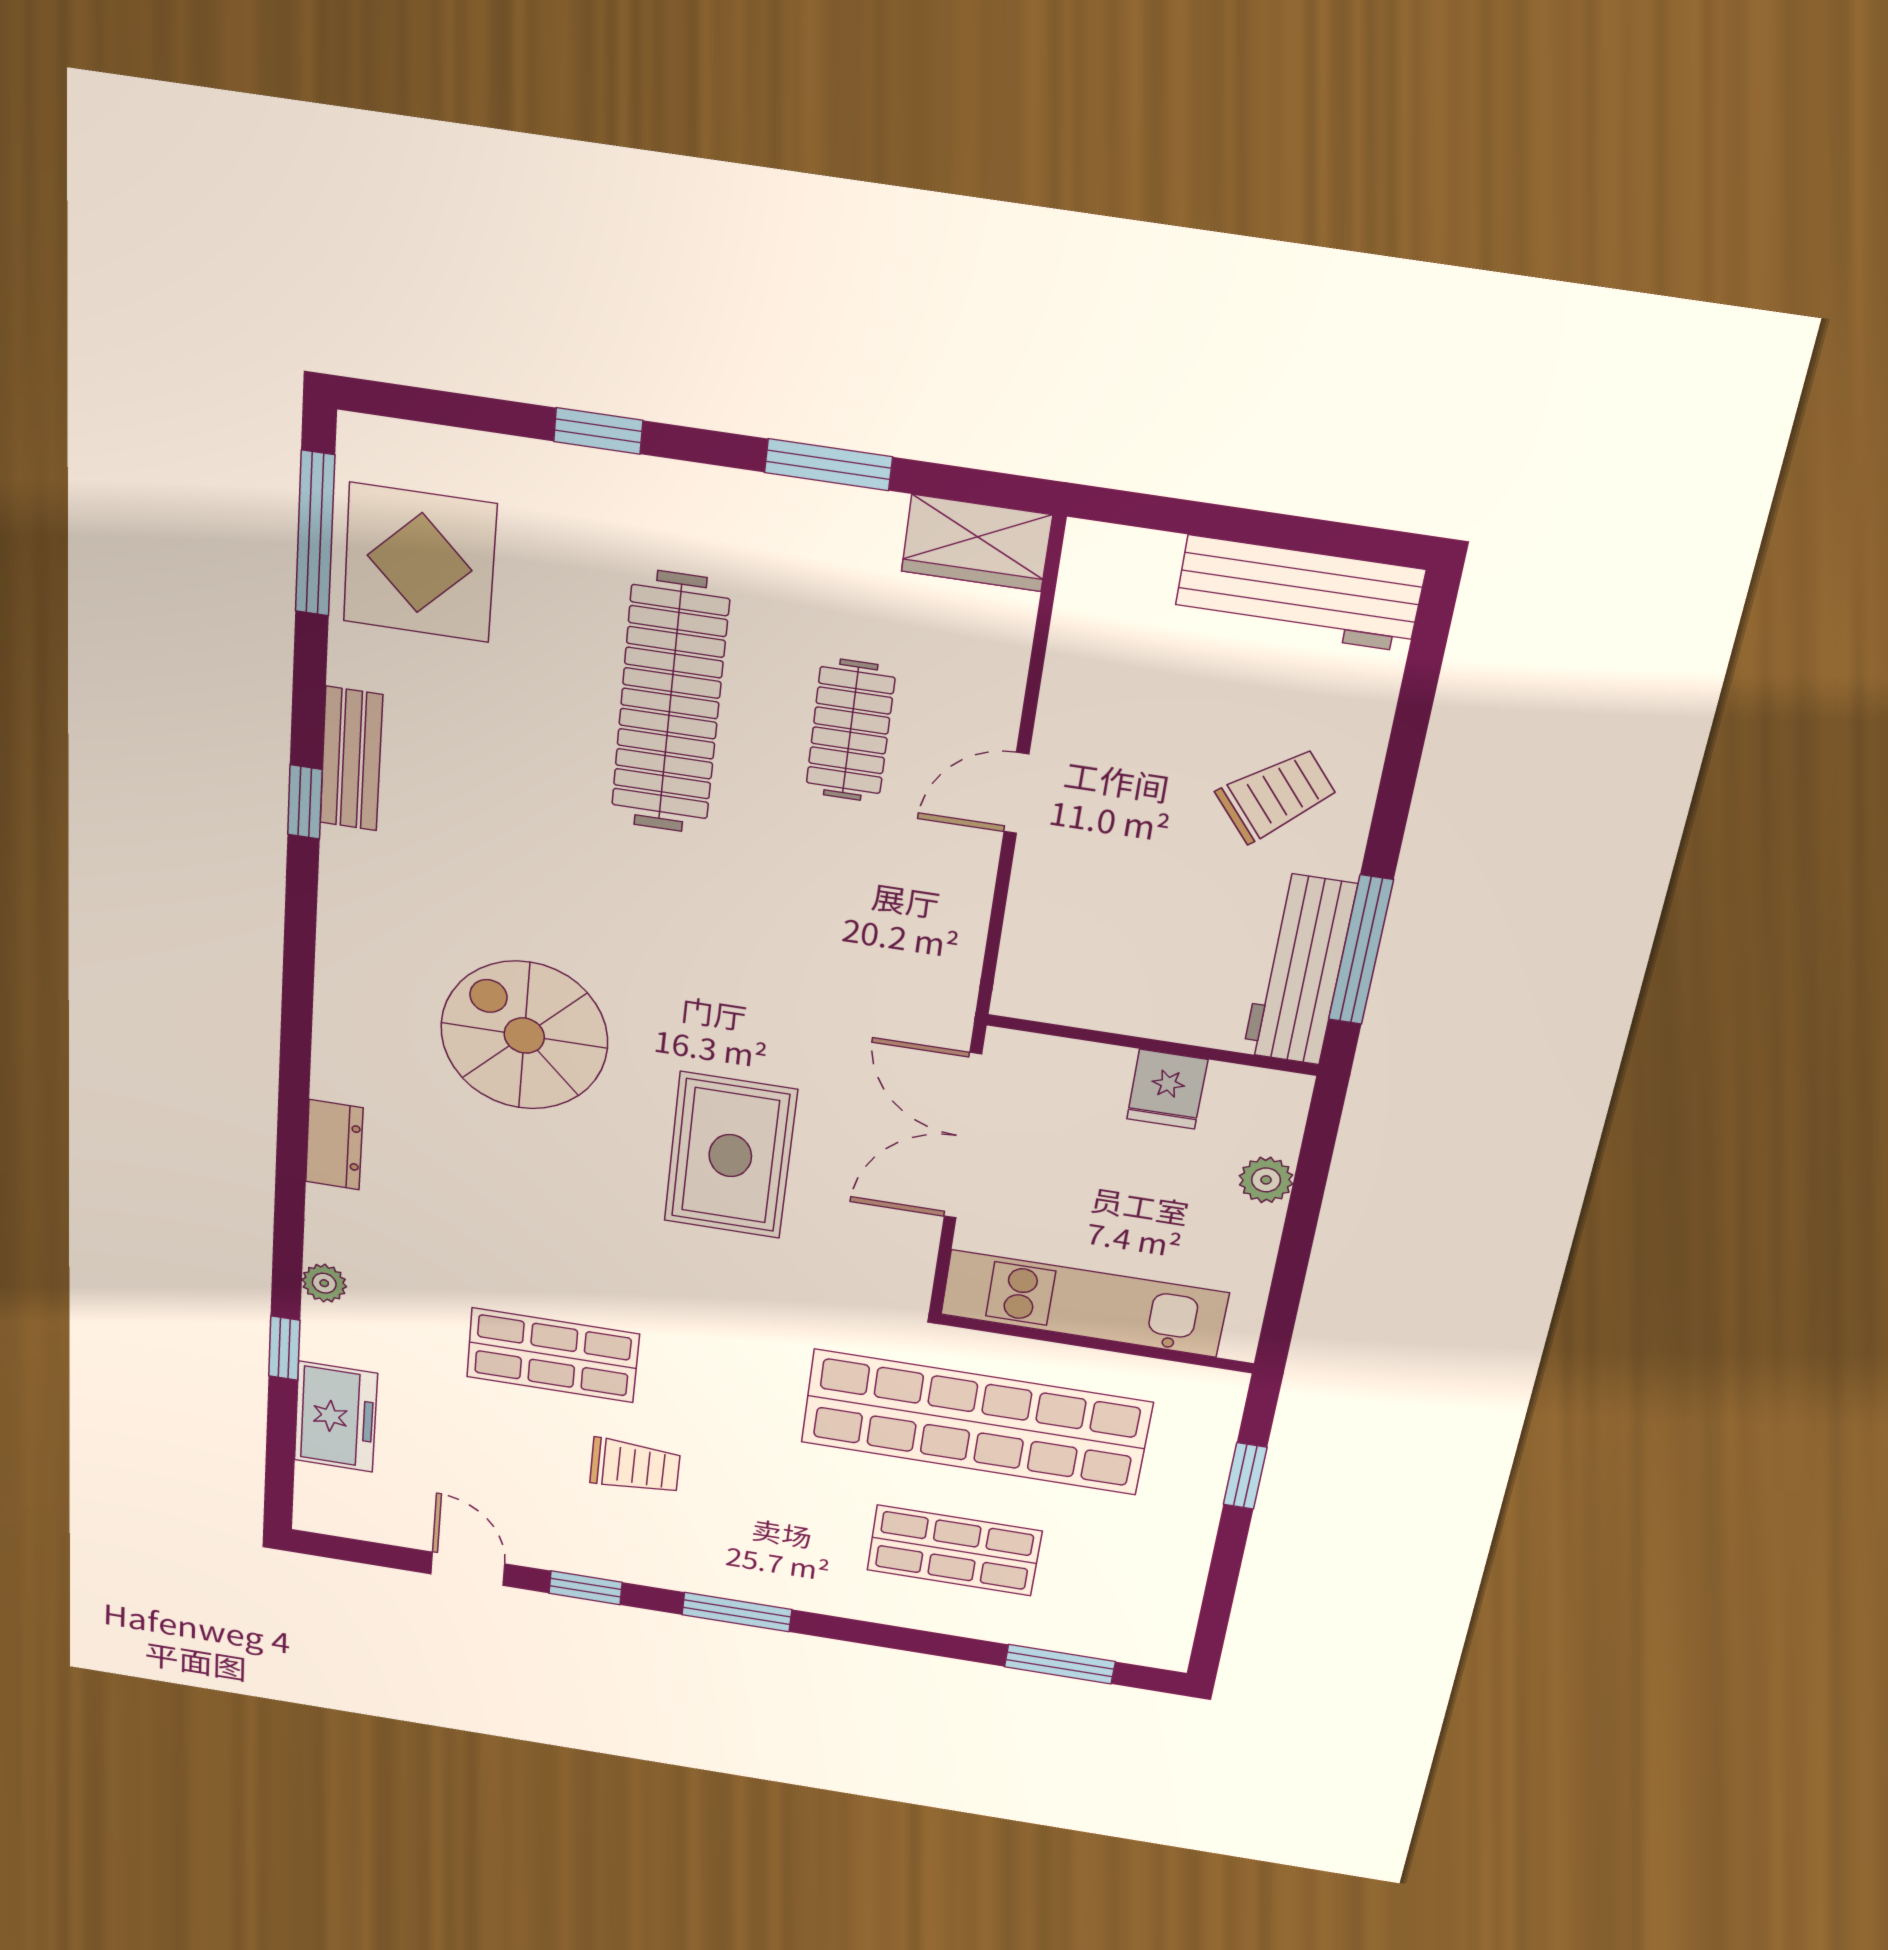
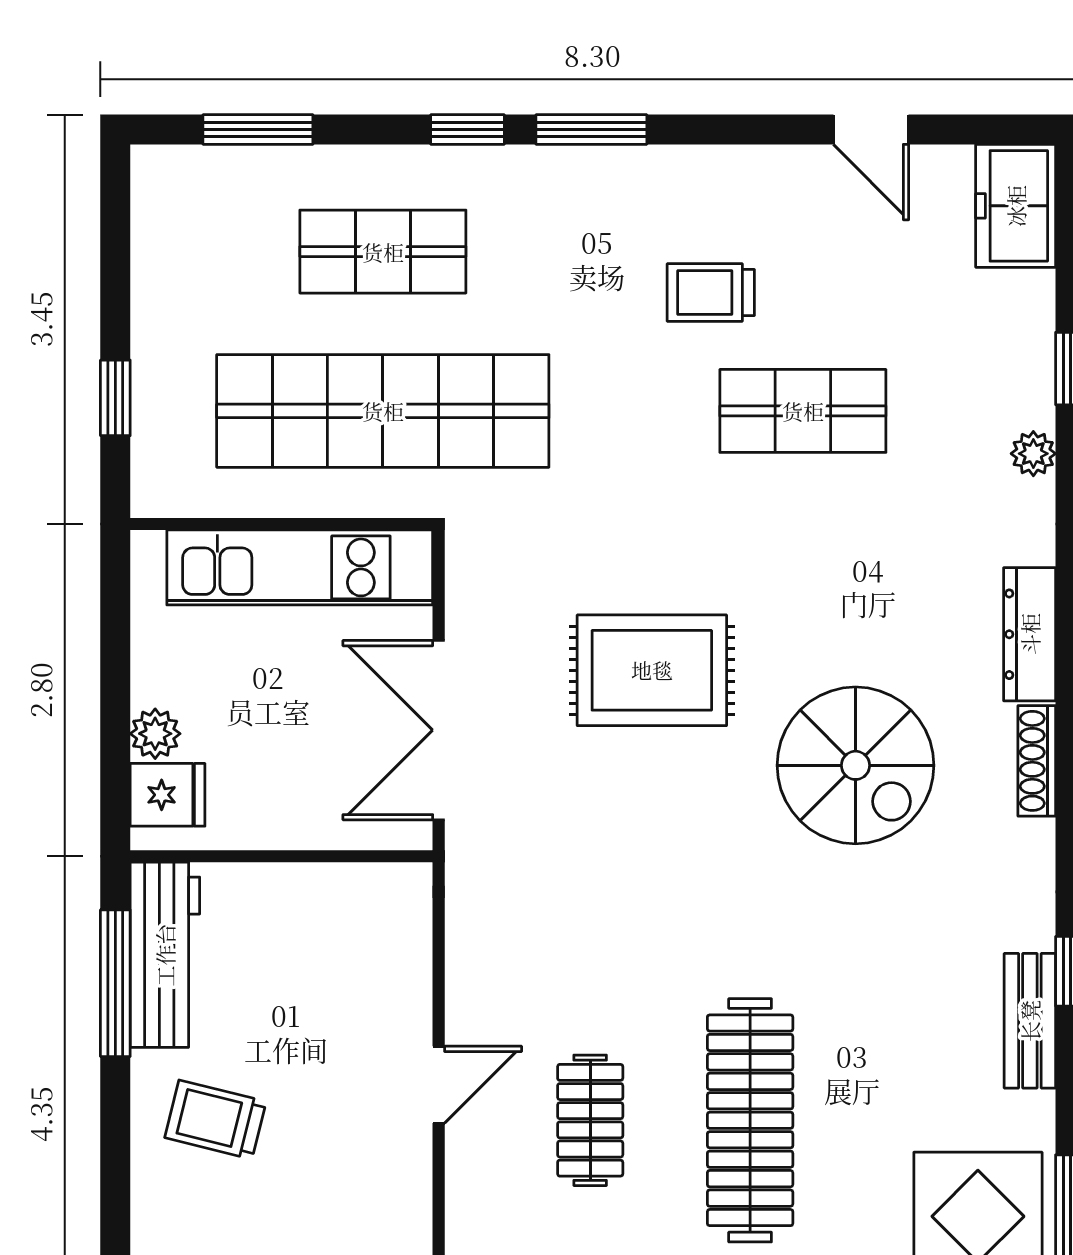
trolley: (1276, 795) -> (215, 1120), turned 53
shoe rack: (333, 1010) -> (1037, 761), added
fridge: (1167, 1089) -> (168, 795), moved, turned 90
double door: (963, 1136) -> (439, 730), swing flipped
dresser: (334, 1145) -> (1030, 634), width x1.44
rug: (730, 1156) -> (652, 670), turned 90
freezer: (336, 1417) -> (1016, 206), moved
window: (586, 1588) -> (467, 130), moved

